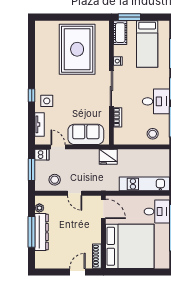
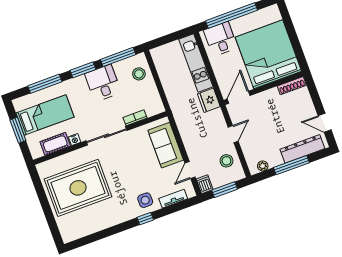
window: (129, 17) -> (18, 130), moved
cot: (120, 33) -> (55, 144), moved
fridge: (108, 157) -> (209, 100), moved, turned 180
dresser: (42, 232) -> (302, 149), moved
door: (77, 272) -> (325, 123), moved

